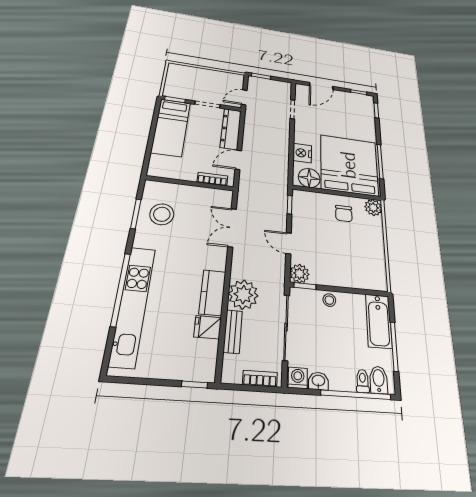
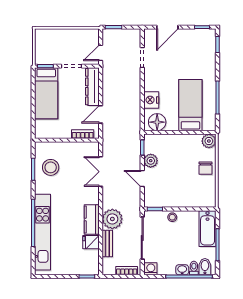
bed: (349, 165) -> (190, 105), width x0.49
chair: (344, 213) -> (206, 168), moved
plant: (299, 274) -> (151, 161), moved
washbasin: (318, 381) -> (182, 270), moved

